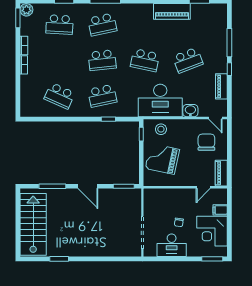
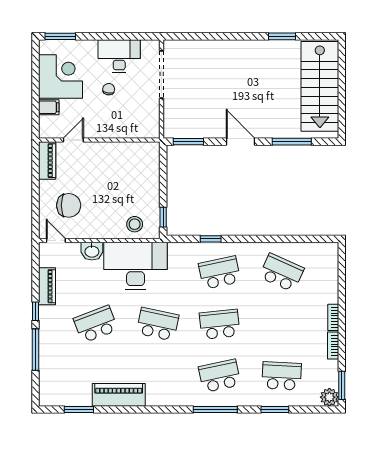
chair: (206, 142) -> (69, 205), turned -90
grand piano: (162, 159) -> (133, 181), removed

